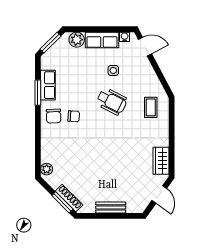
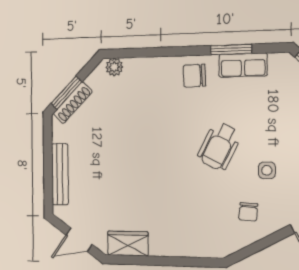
wheelchair: (112, 101) -> (219, 146), moved
coffee table: (151, 107) -> (209, 229), removed
chair: (74, 116) -> (248, 212), moved
bench: (111, 207) -> (60, 174), width x1.36

